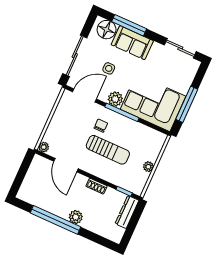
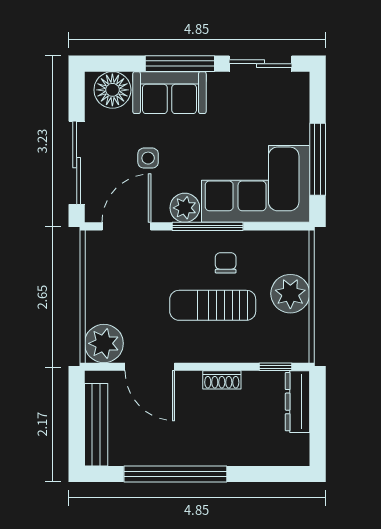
window: (129, 25) -> (180, 64), moved
chair: (101, 126) -> (226, 263), moved
plant: (44, 147) -> (104, 343), width x1.88, depth x1.88
sun lounger: (108, 150) -> (213, 305), turned 180
plant: (148, 167) -> (290, 294), width x1.87, depth x1.87
bench: (29, 181) -> (96, 425), added
plant: (76, 217) -> (209, 453), removed

